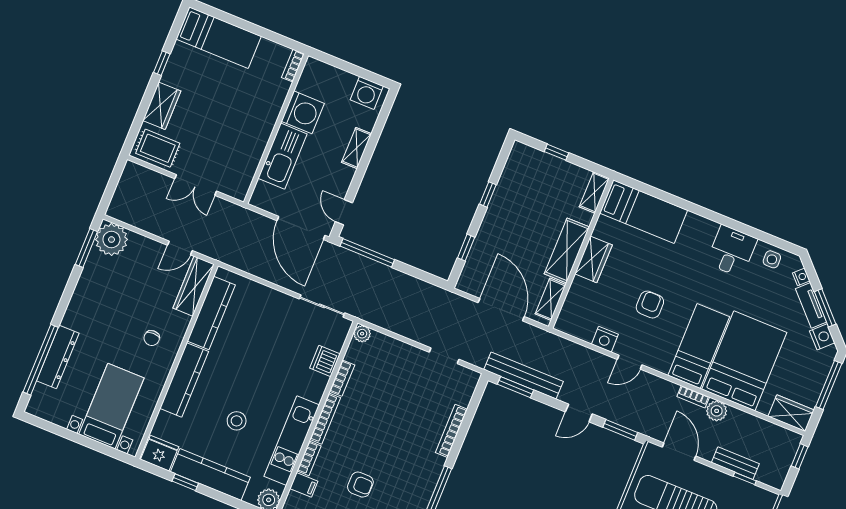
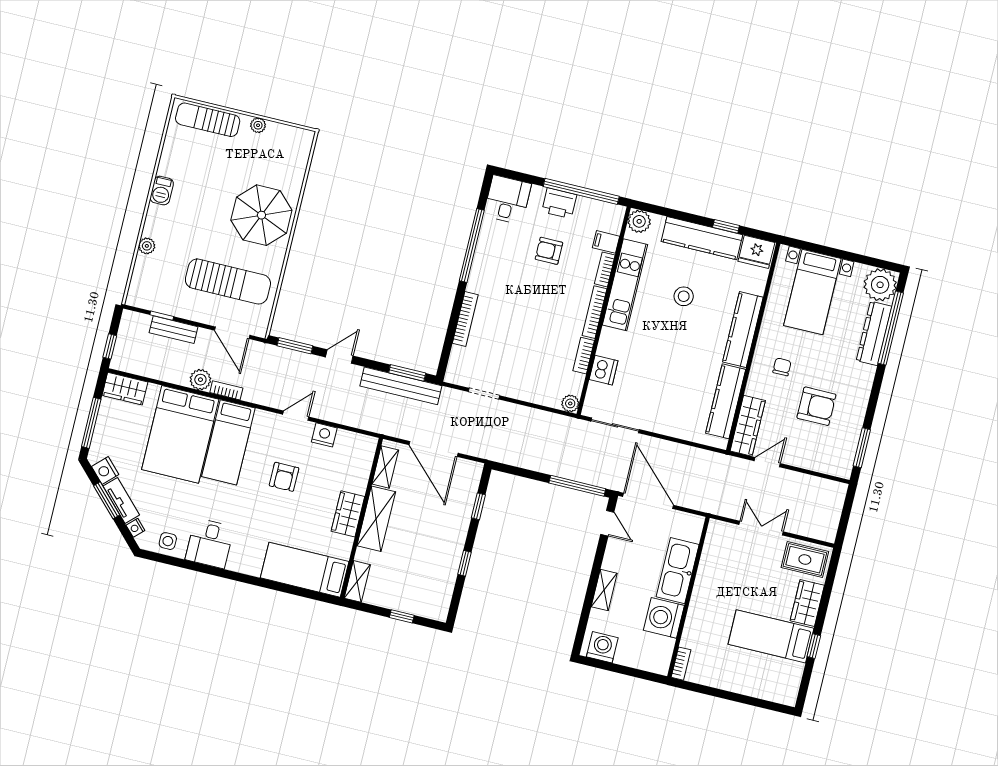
bed: (219, 38) -> (771, 636), moved
plant: (111, 240) -> (880, 285), moved
armchair: (124, 295) -> (816, 406), added

